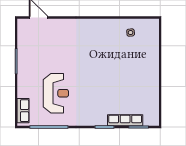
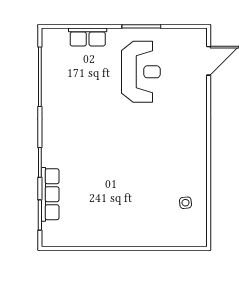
reception desk: (56, 93) -> (141, 72), moved, turned -90
row of seats: (23, 111) -> (88, 37), moved

